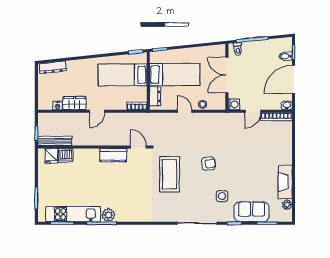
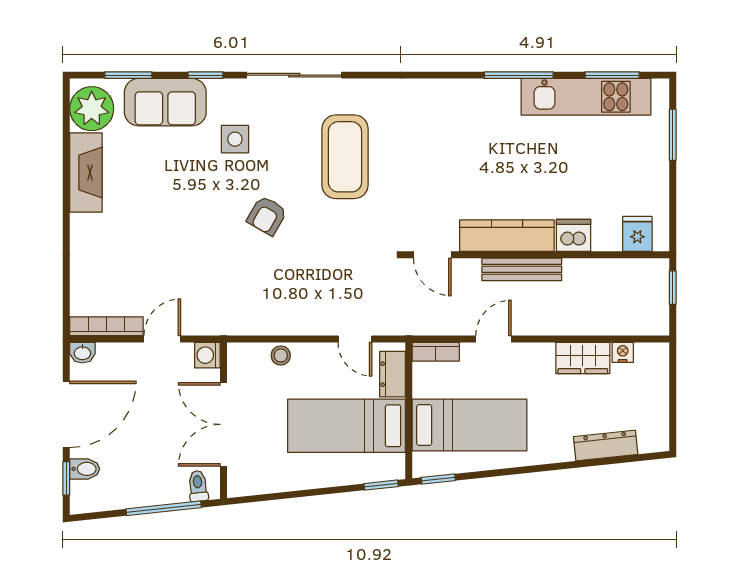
dresser: (53, 67) -> (606, 446), moved
double door: (227, 75) -> (224, 424), swing flipped
door: (97, 111) -> (494, 339), moved
door: (185, 111) -> (355, 339), moved
bench: (55, 141) -> (522, 269), moved
dishwasher: (66, 155) -> (573, 235), moved
kitchen counter: (113, 155) -> (507, 236), width x1.50
armchair: (208, 164) -> (267, 216), turned -52
coffee table: (170, 174) -> (345, 157), moved
plant: (287, 205) -> (92, 109), width x1.88, depth x1.88
plant: (108, 215) -> (503, 94), removed

